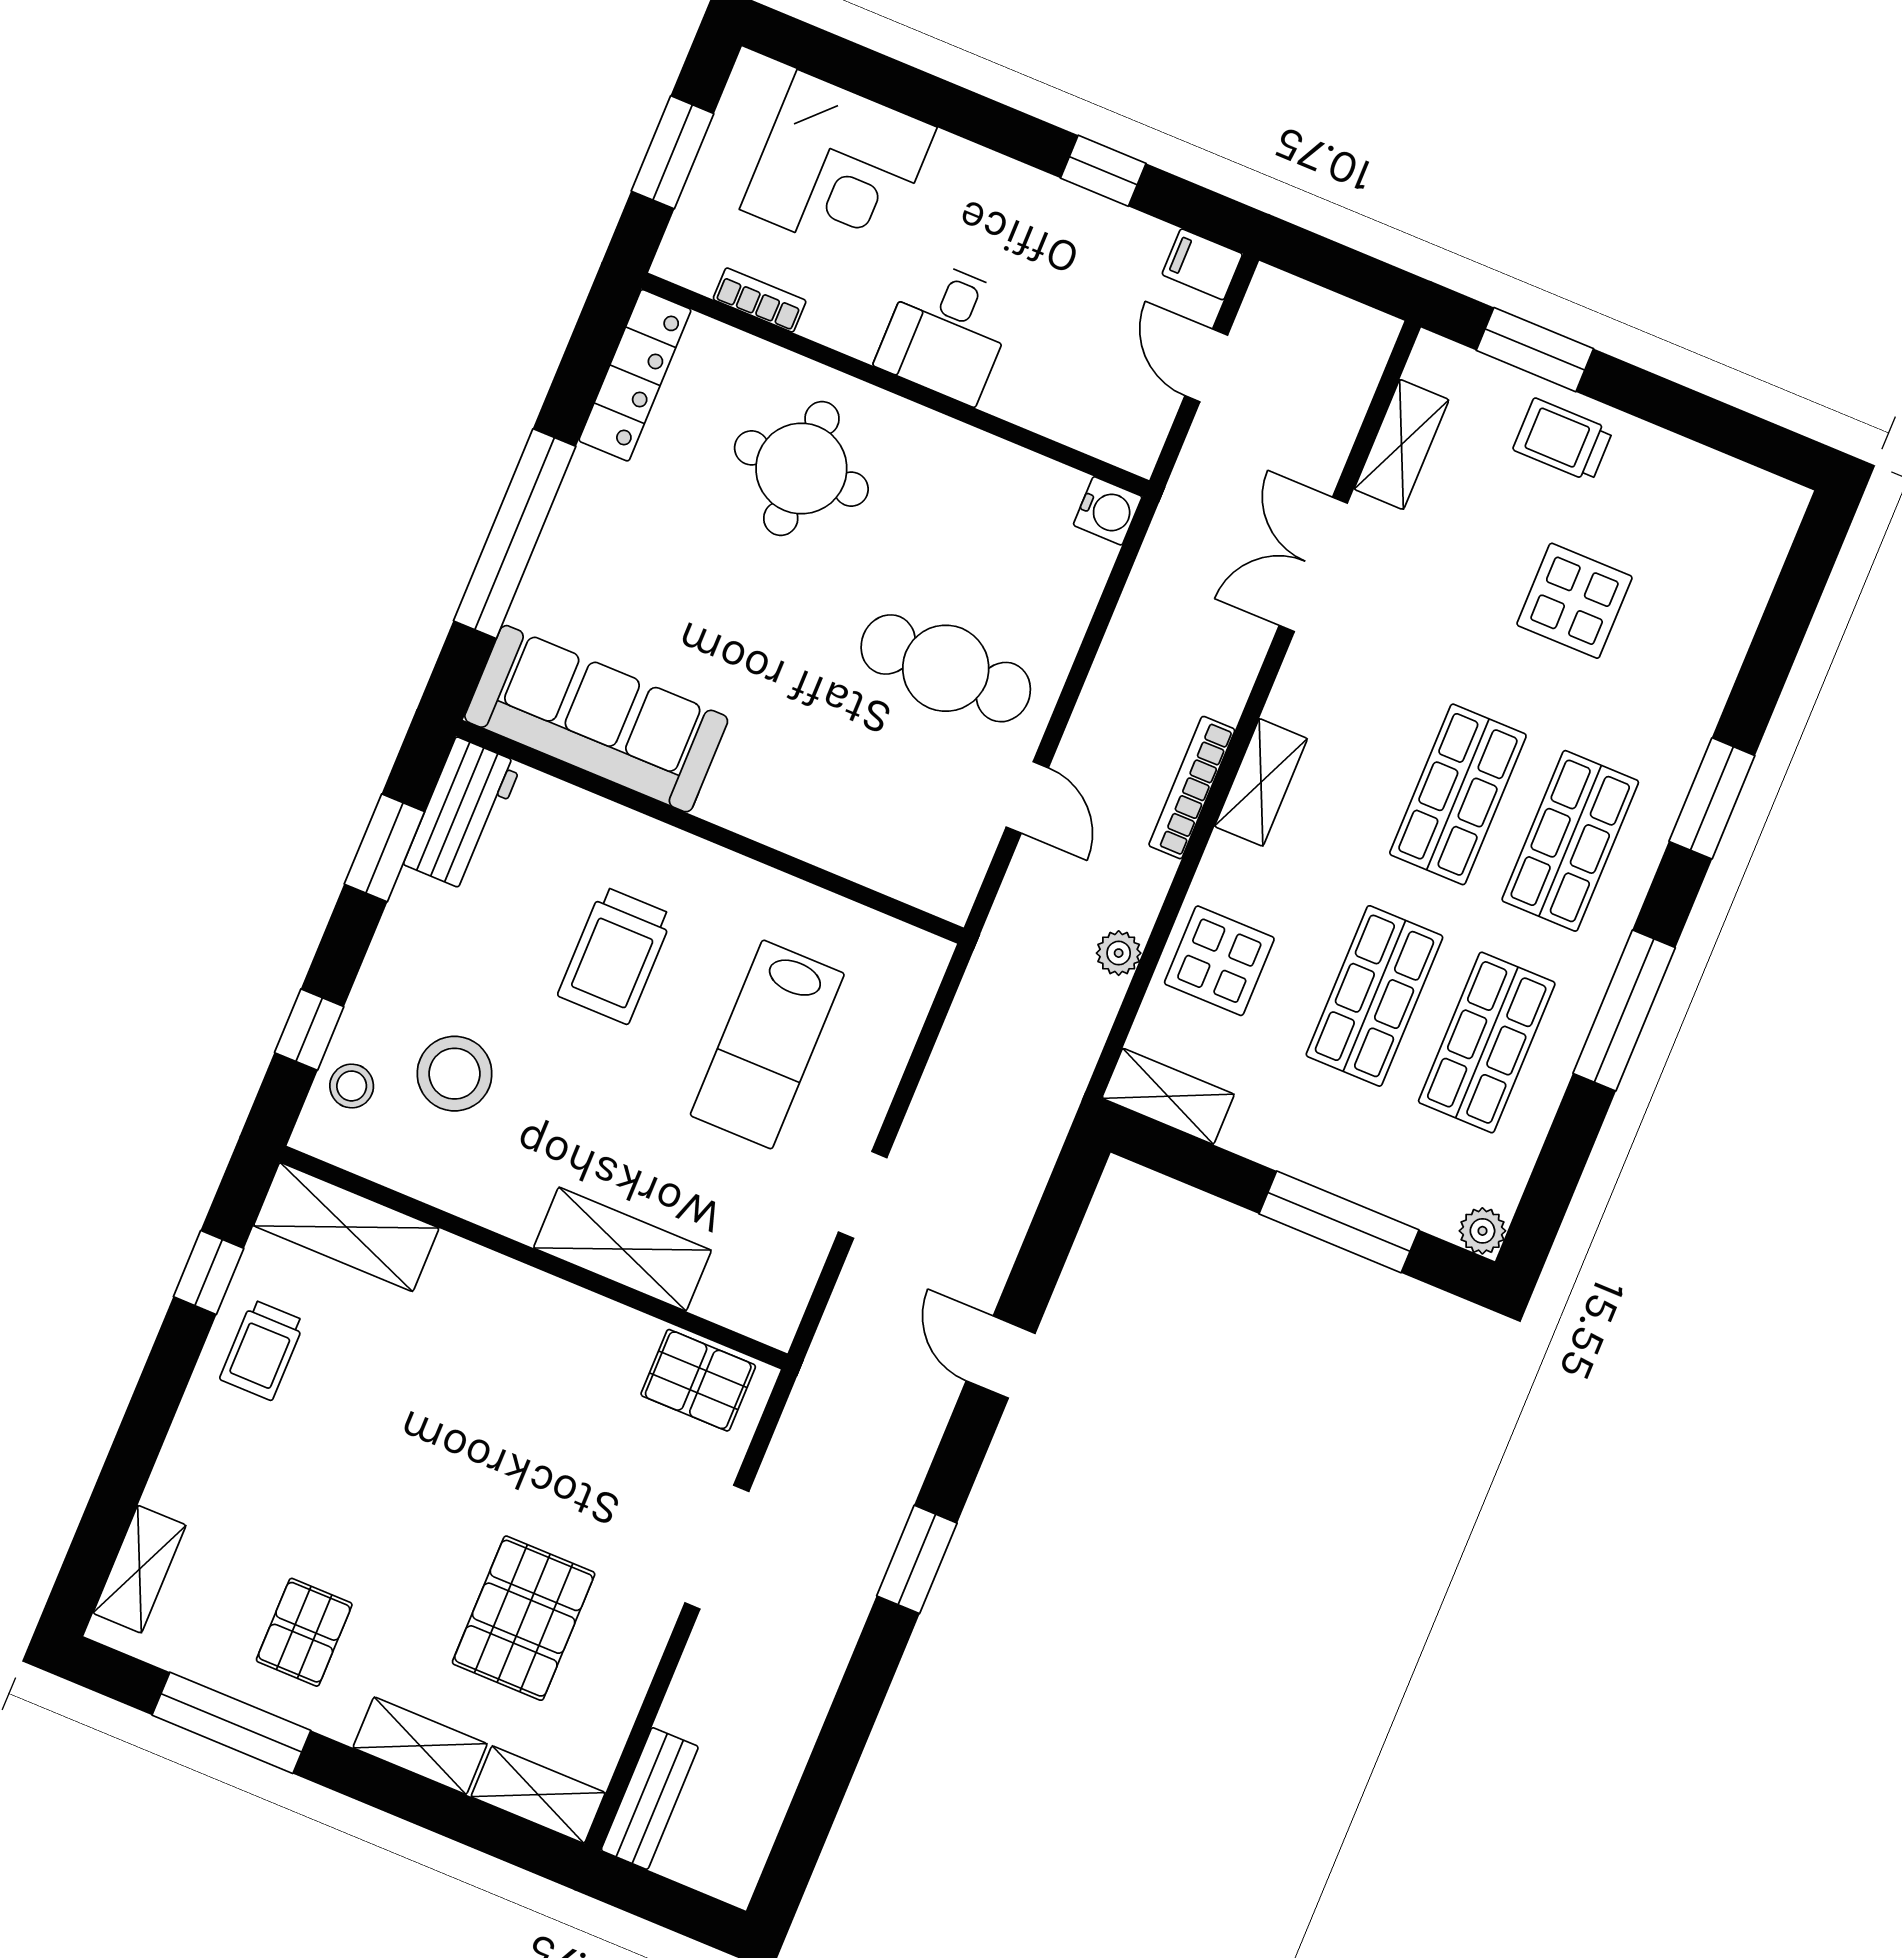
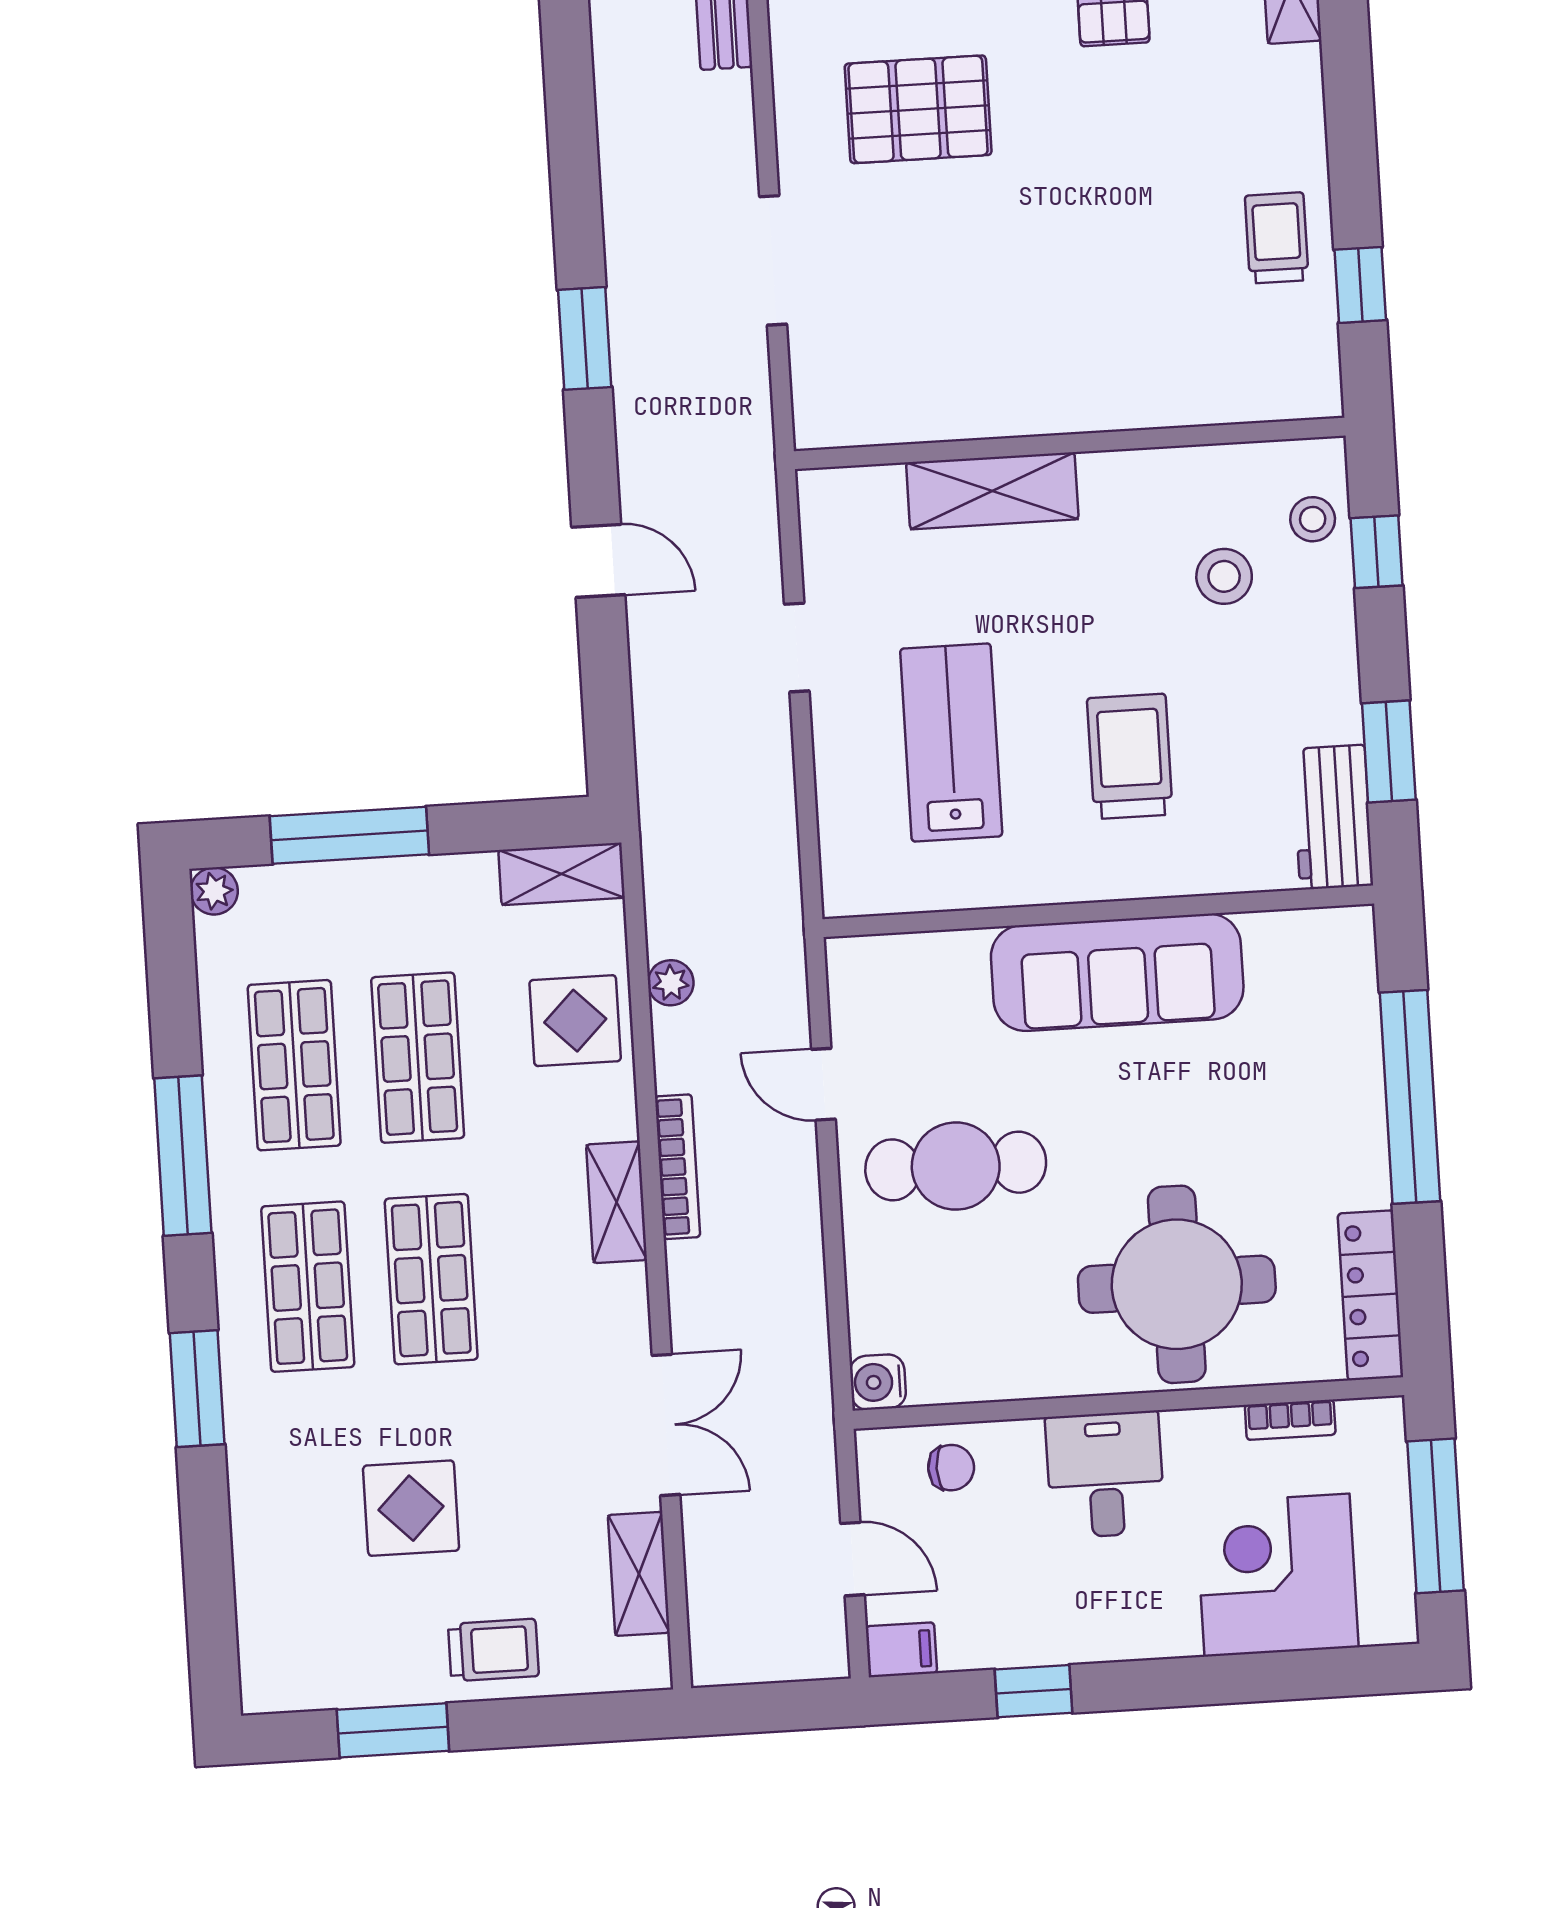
window: (673, 152) -> (1436, 1516), width x1.44
window: (1535, 350) -> (393, 1730), moved
chair: (1080, 404) -> (951, 1468), added
round table: (801, 468) -> (1177, 1284), width x1.36, depth x1.36
sofa: (596, 719) -> (1117, 972), moved
stool: (455, 1074) -> (1224, 576), width x0.73, depth x0.73
shelving: (346, 1227) -> (1255, 388), removed
pallet: (698, 1380) -> (865, 405), removed
pallet: (524, 1618) -> (918, 109), turned 90

